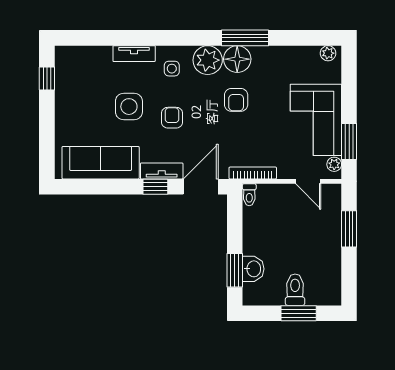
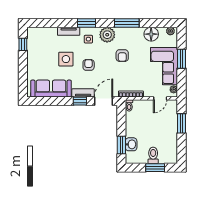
window: (168, 38) -> (86, 23), added
floor lamp: (237, 59) -> (151, 34), moved
window: (349, 141) -> (181, 59), moved
door: (308, 181) -> (160, 98), hinge flipped

